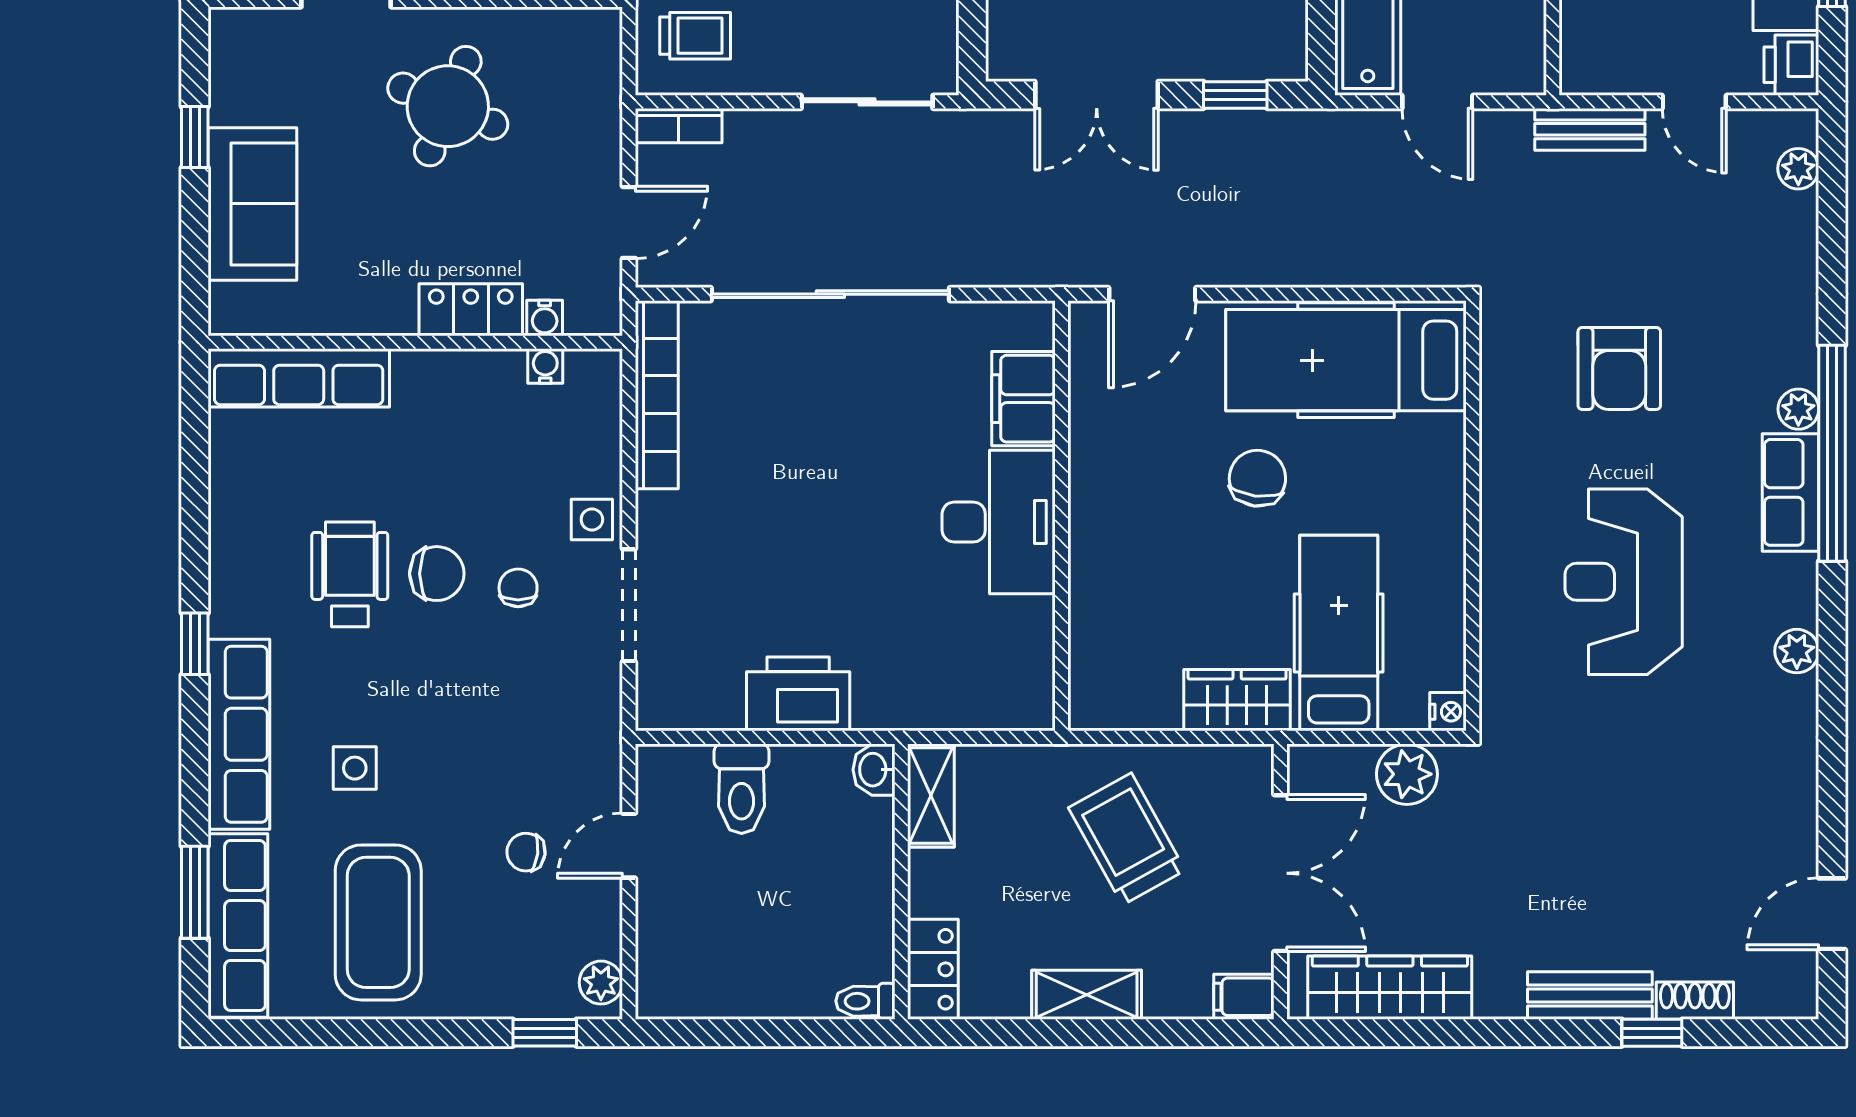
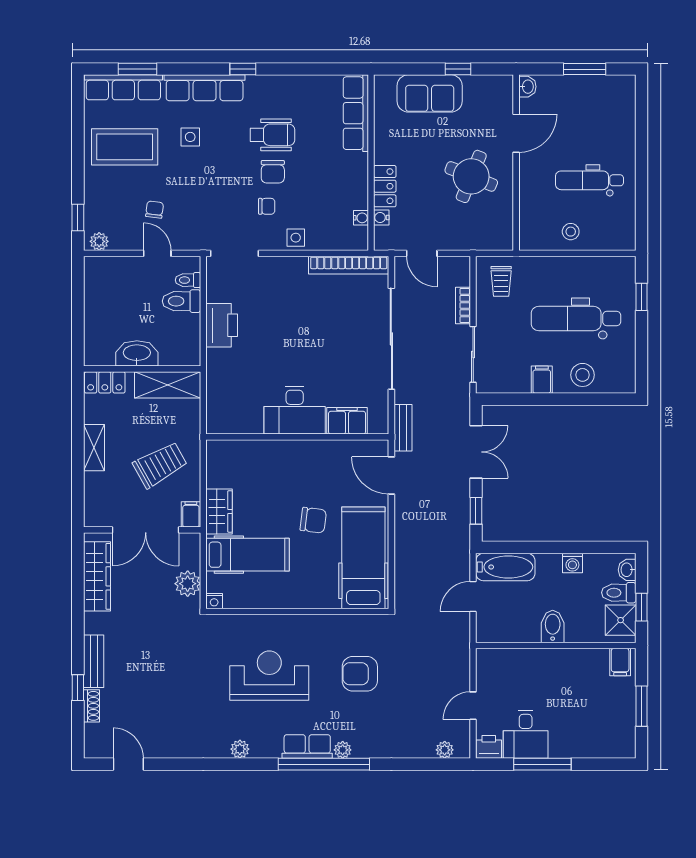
double door: (1097, 95) -> (476, 452), swing flipped
bookcase: (679, 126) -> (463, 305), moved
bench: (1590, 129) -> (403, 428), moved
doorway: (629, 605) -> (235, 253), moved
washbasin: (874, 770) -> (137, 353), moved, width x1.91, depth x1.45
shelving: (931, 795) -> (168, 385), width x1.50, depth x1.33
filing cabinet: (1244, 997) -> (191, 514), moved
toilet: (865, 1001) -> (188, 280), moved, turned -90

